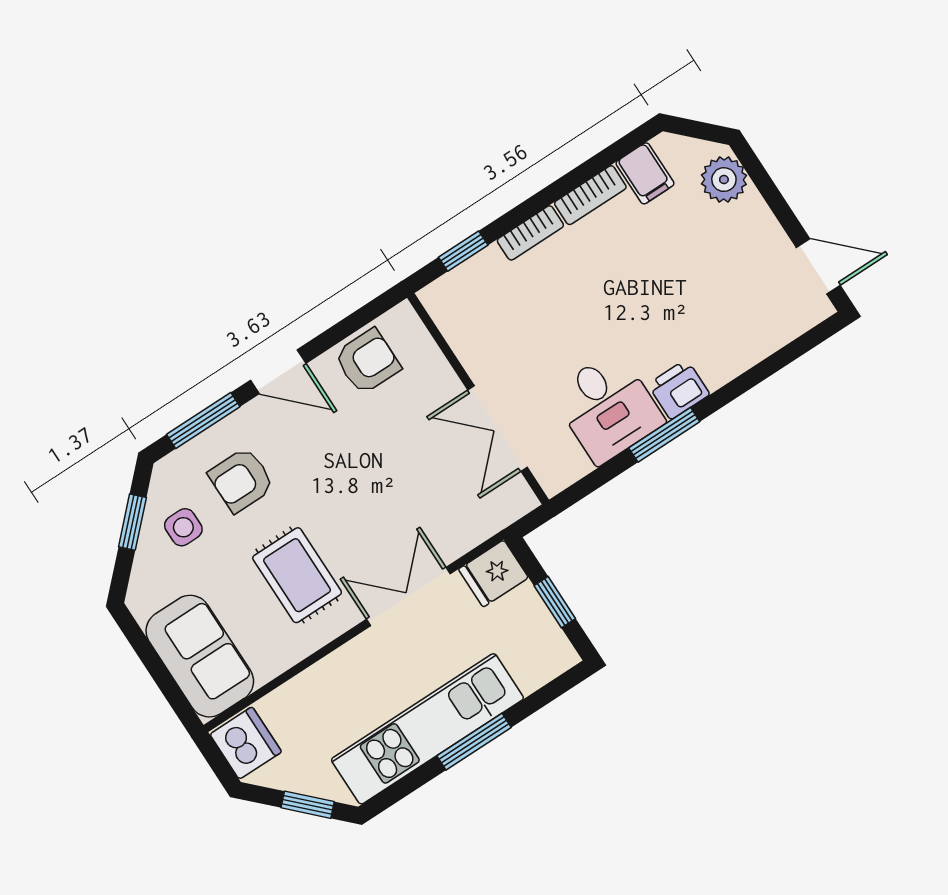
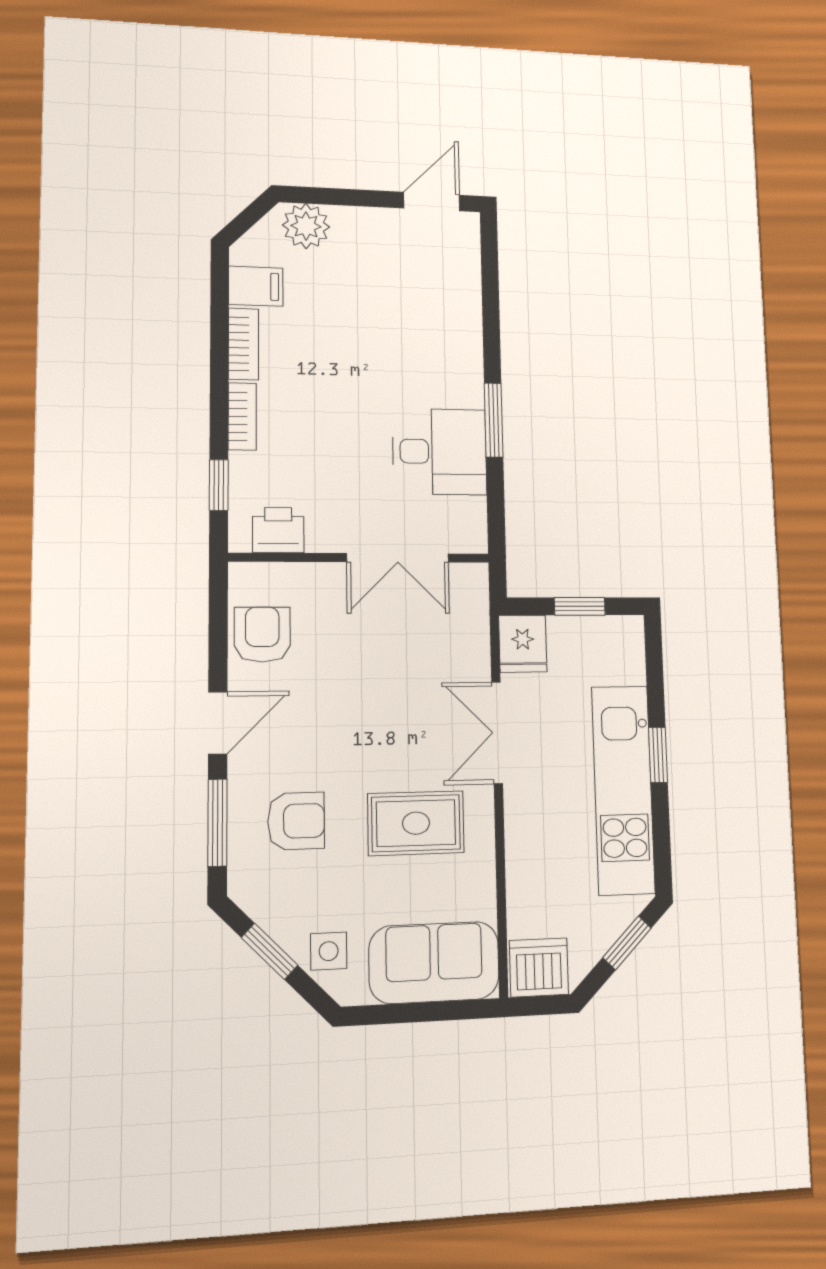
printer: (679, 389) -> (278, 530), moved, turned 90
armchair: (241, 480) -> (296, 821), turned -90
side table: (183, 527) -> (329, 951), moved
window: (474, 742) -> (658, 755), width x0.67

